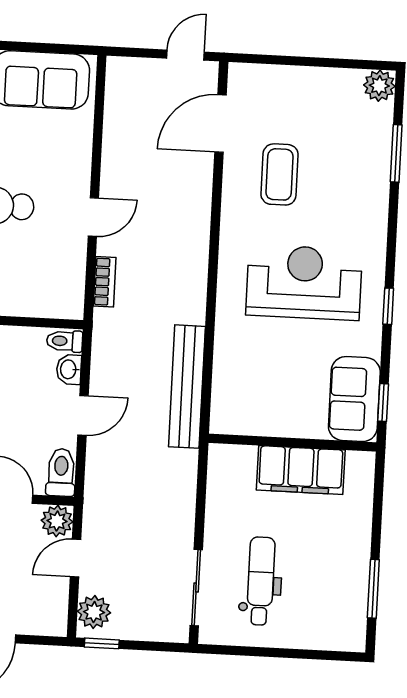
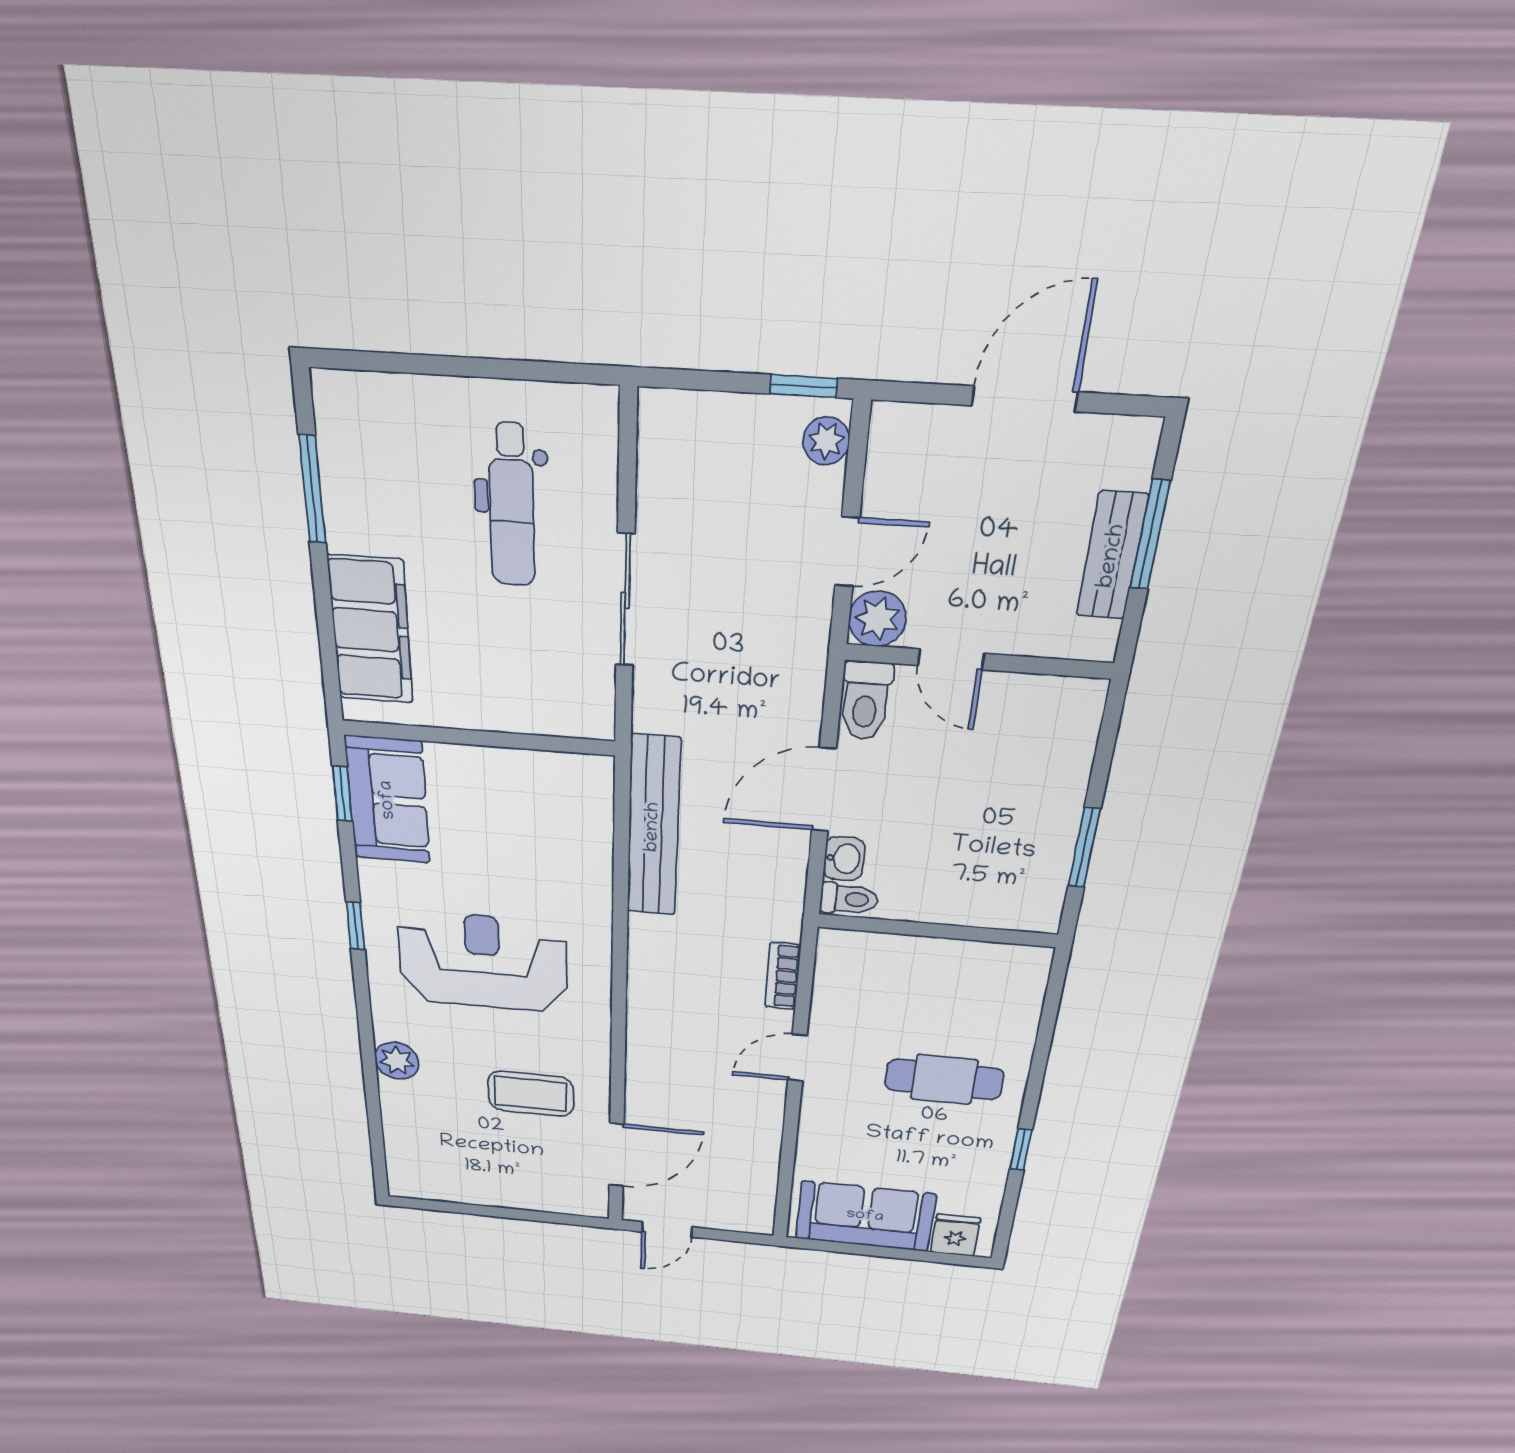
plant: (379, 86) -> (397, 1061), moved
window: (396, 153) -> (374, 1109), removed
coffee table: (280, 174) -> (531, 1094), turned 90
reception desk: (304, 282) -> (483, 962), turned 180
door: (83, 415) -> (824, 790), width x1.37
filing cabinet: (301, 470) -> (371, 630), moved, turned 90
sliding door: (196, 587) -> (625, 600), moved
plant: (94, 612) -> (826, 441), width x0.73, depth x0.73

